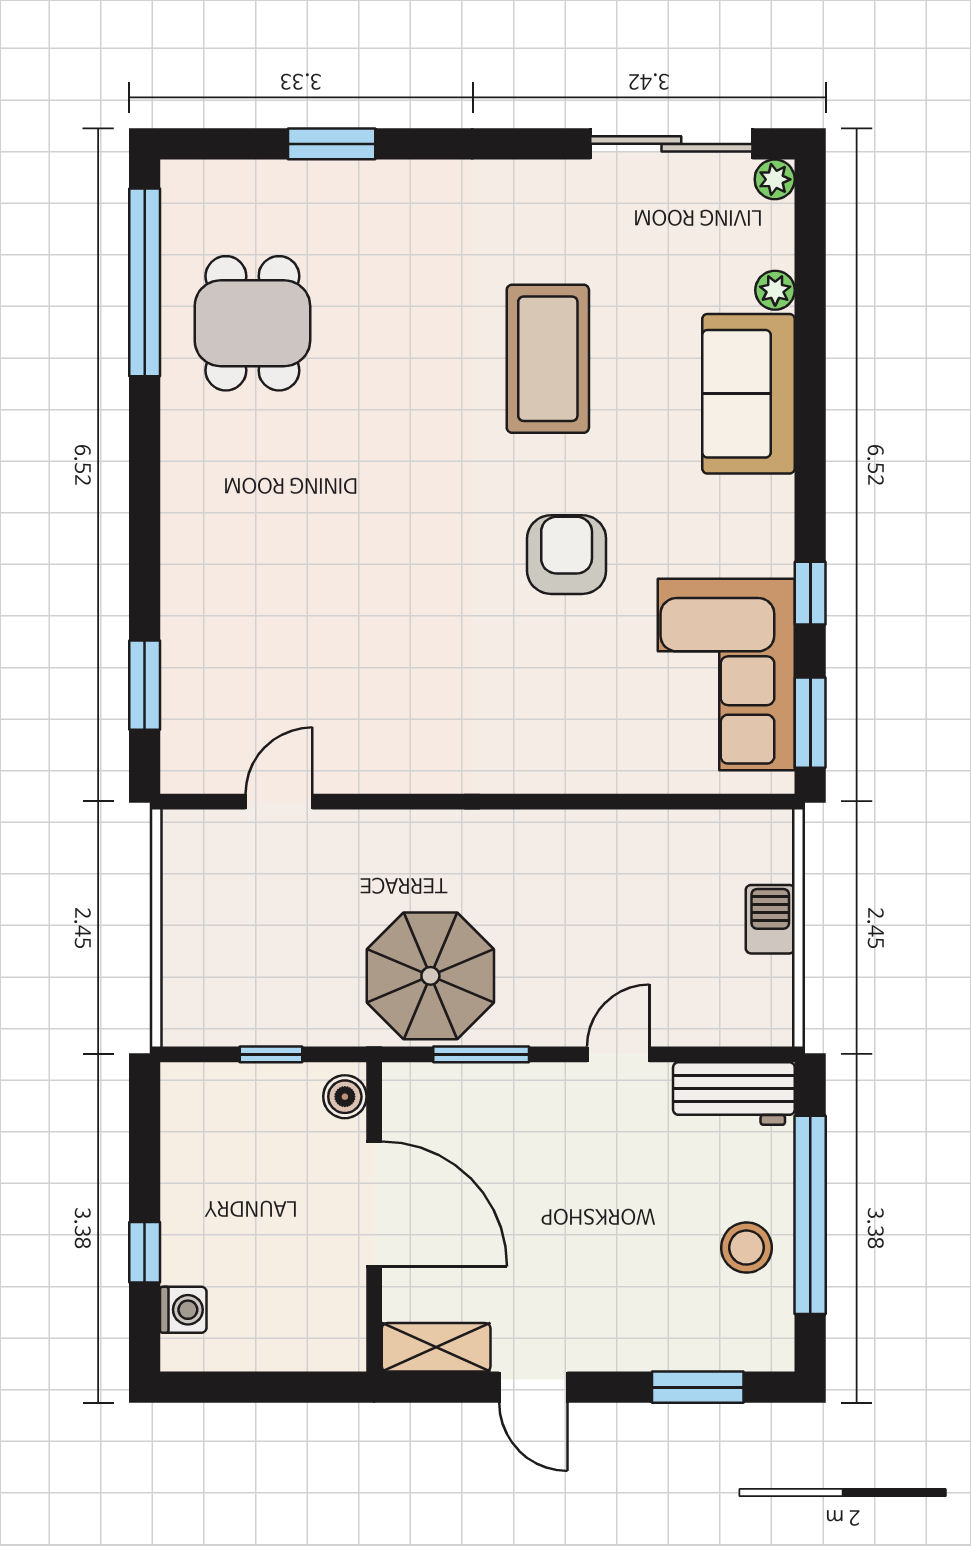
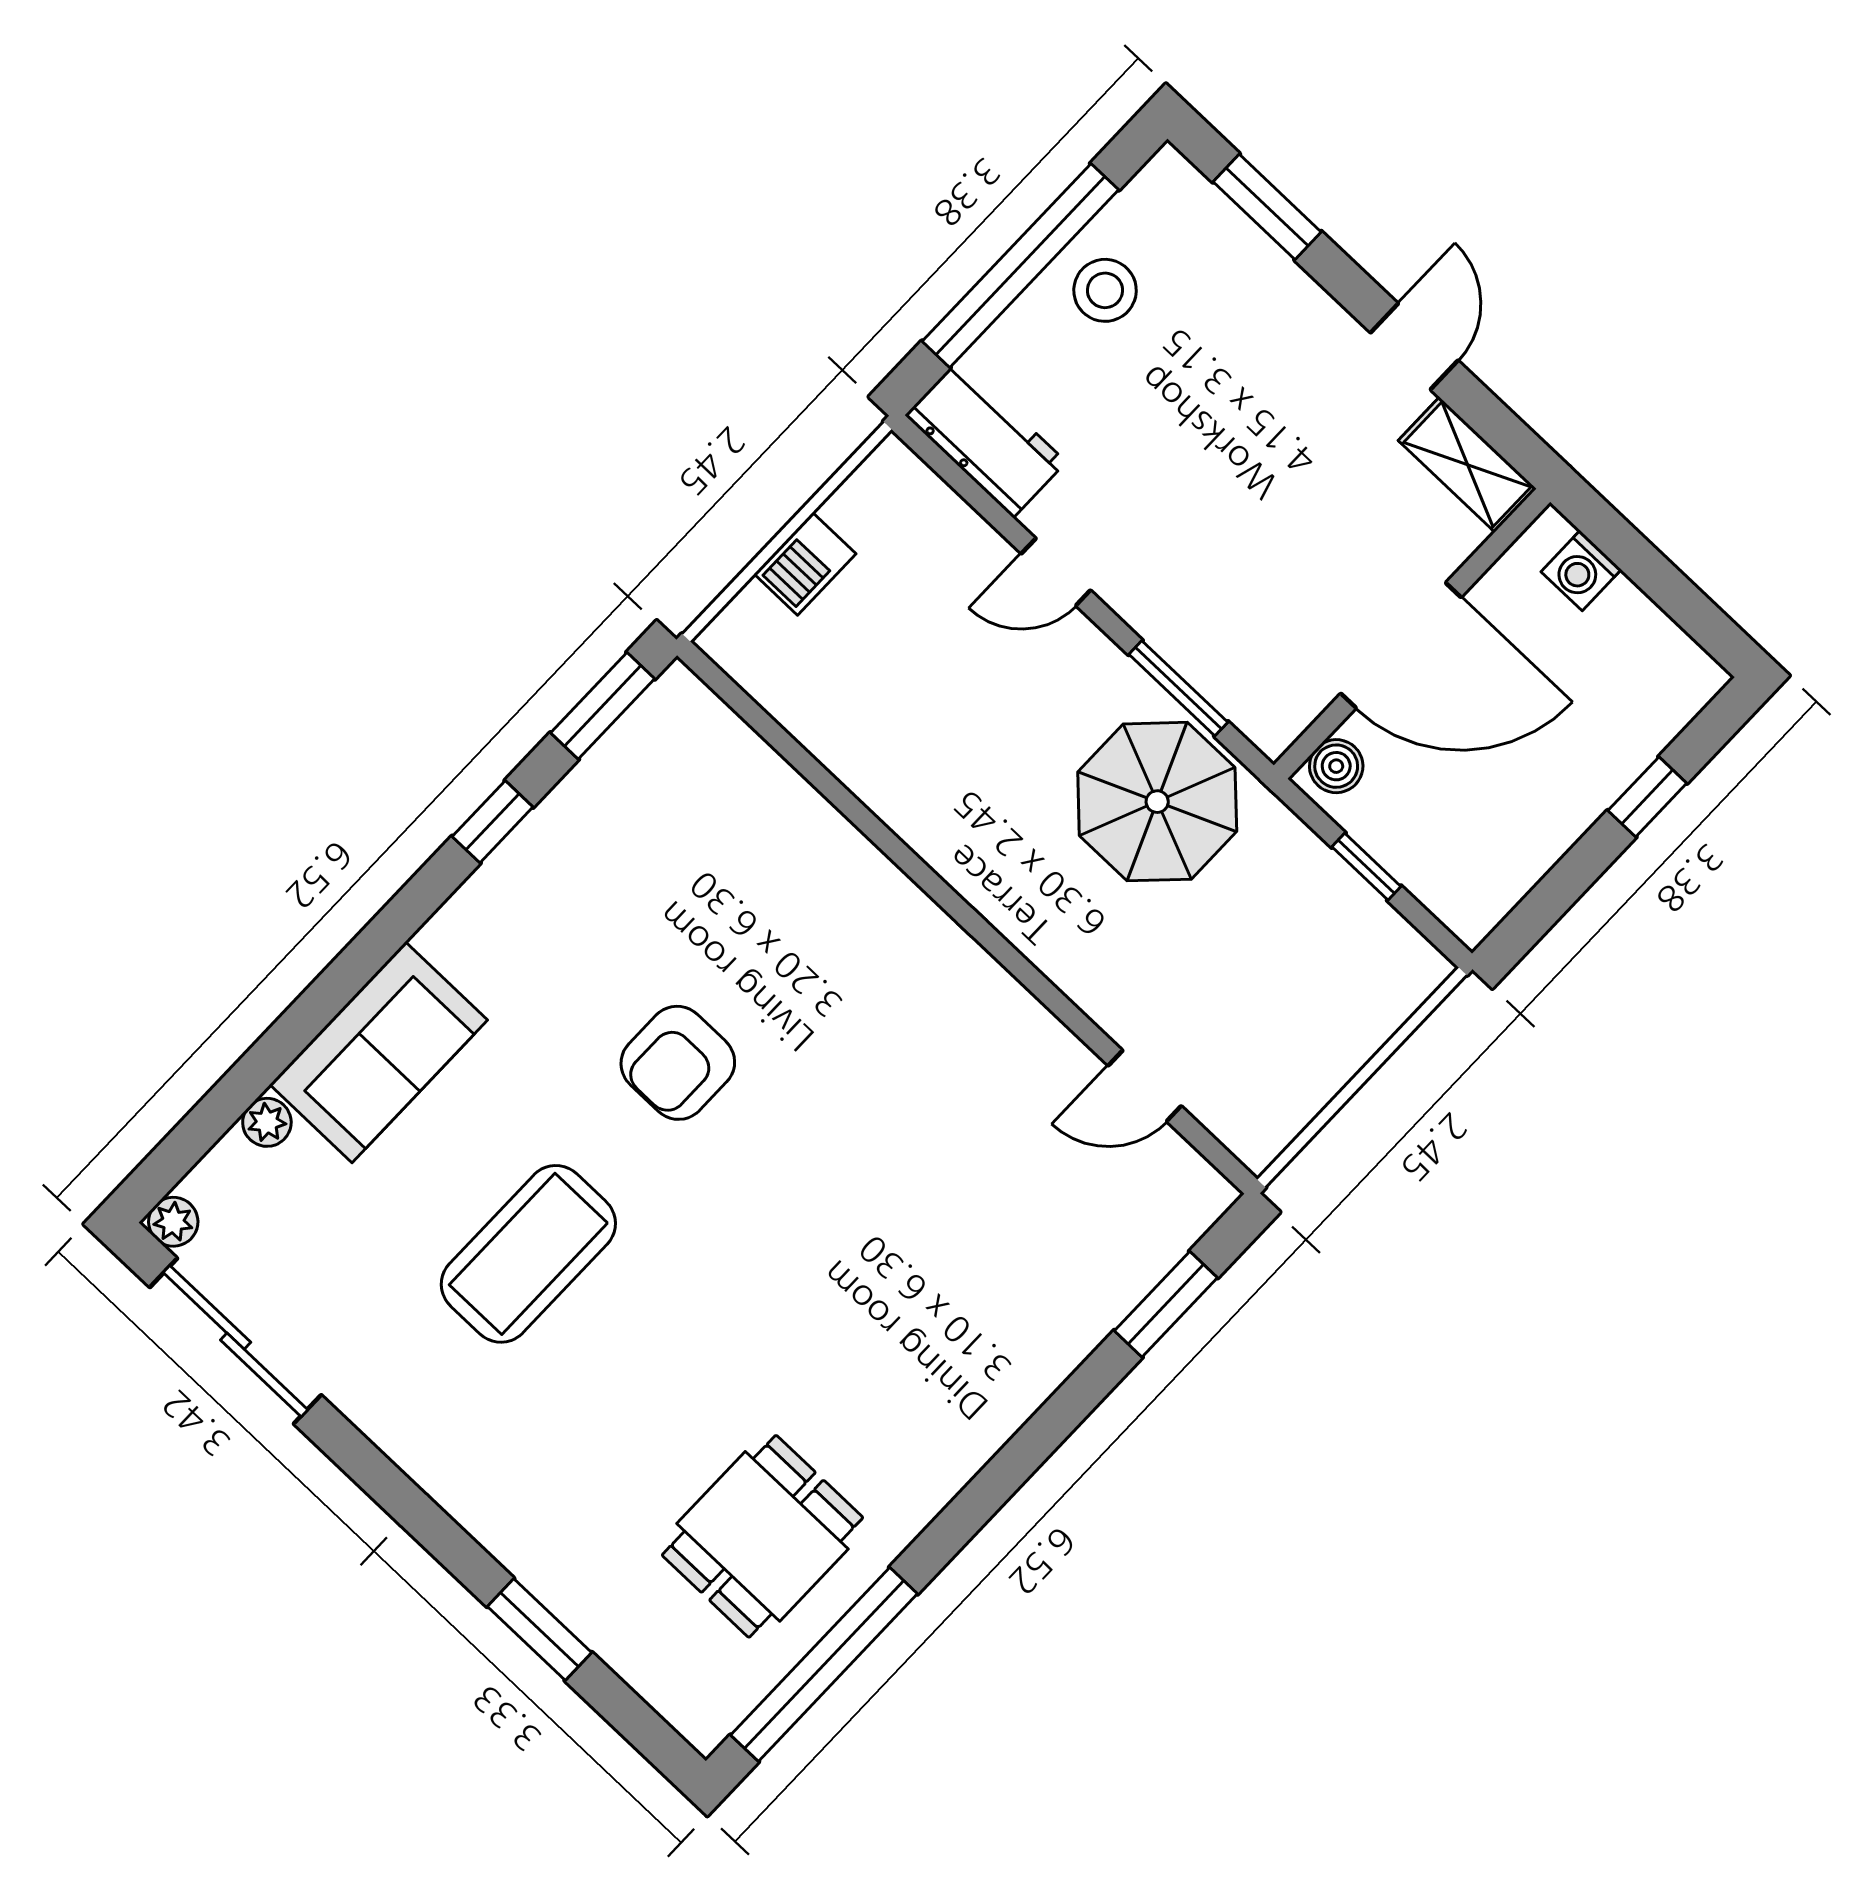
corner sofa: (726, 674) -> (637, 820), removed
door: (374, 1204) -> (1401, 645), swing flipped
washing machine: (183, 1310) -> (1581, 571), moved, turned -90

